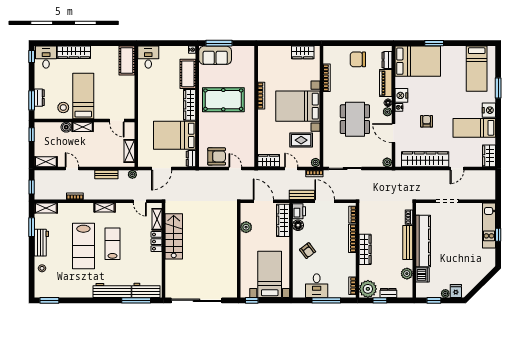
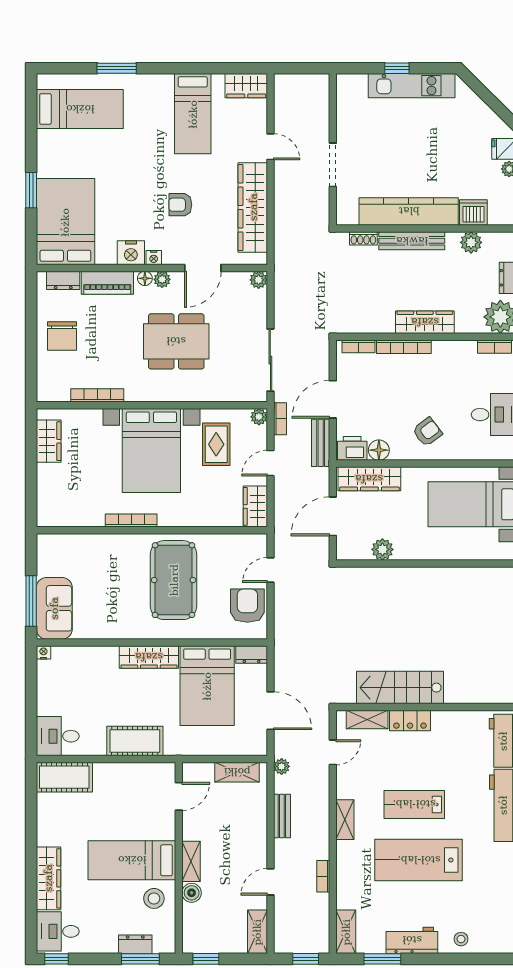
cot: (188, 74) -> (135, 741), moved
pool table: (223, 100) -> (174, 580), moved
nightstand: (489, 110) -> (159, 86), removed
kitchen unit: (489, 225) -> (412, 86), moved
lab bench: (83, 246) -> (419, 860), turned 180

